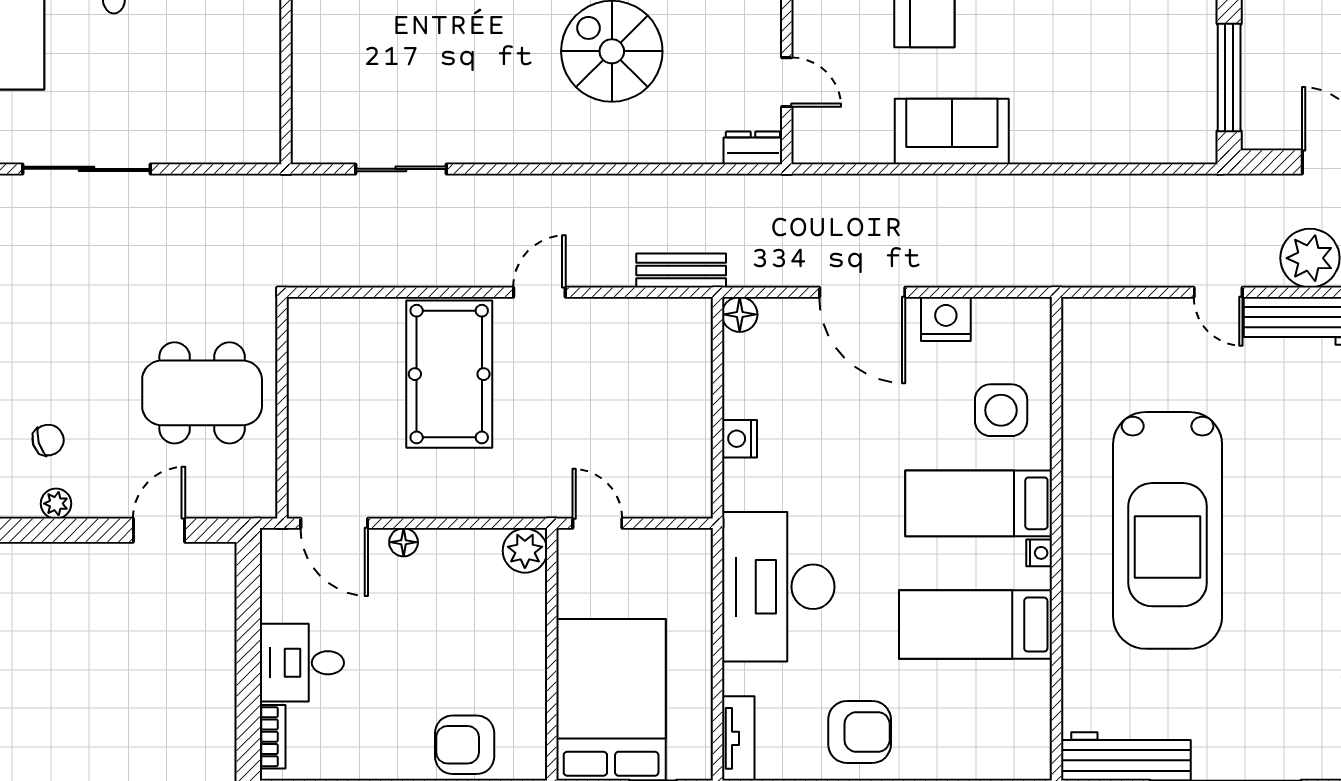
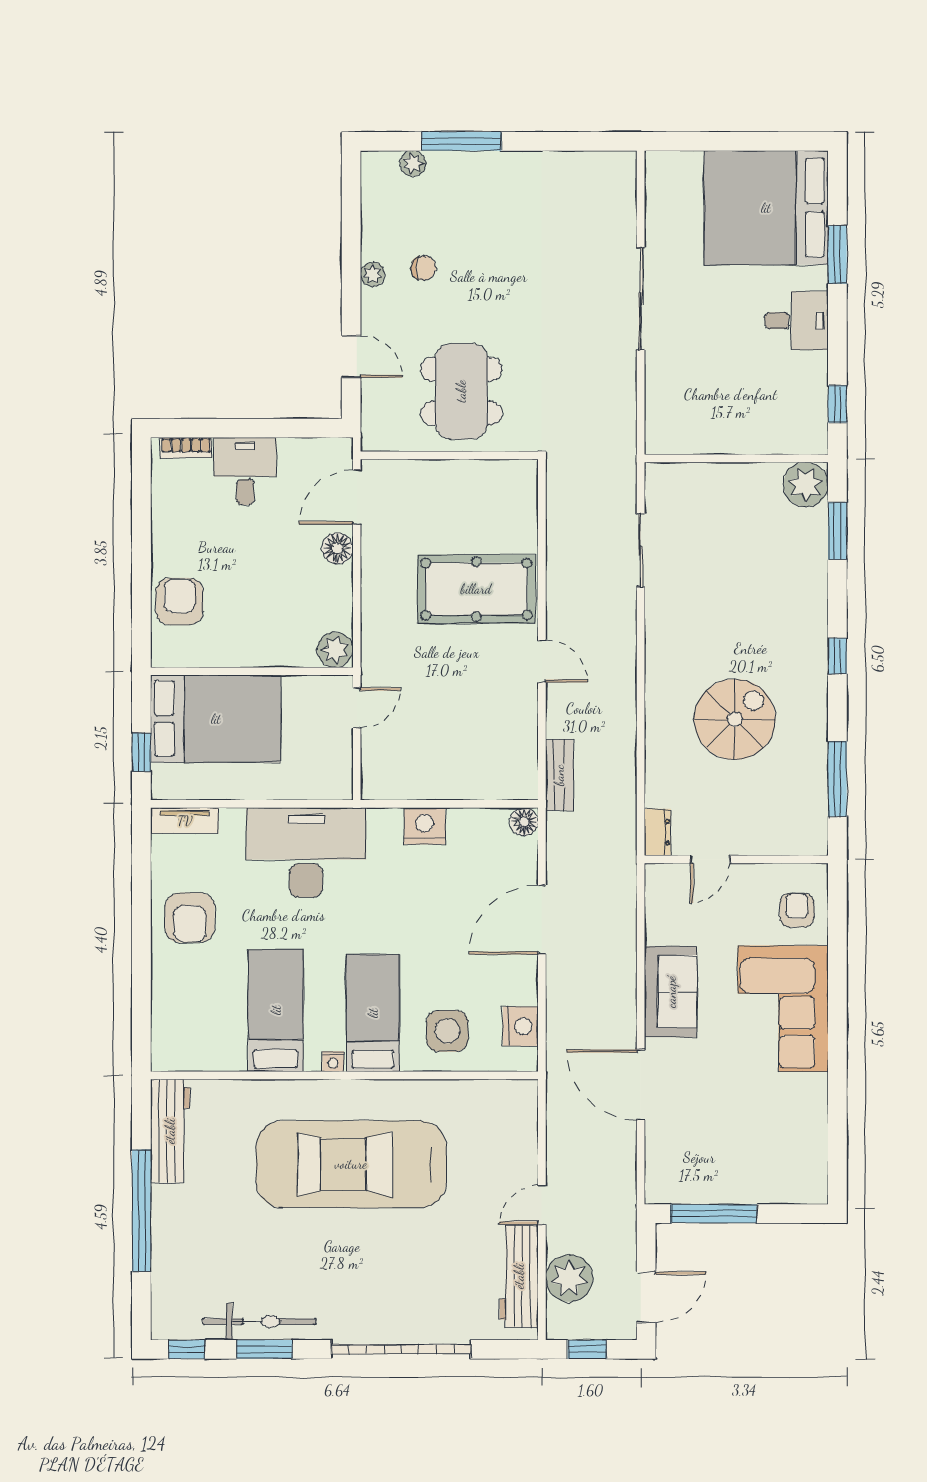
door: (1068, 169) -> (641, 1085), added
nightstand: (946, 319) -> (520, 1026), moved
nightstand: (739, 439) -> (425, 826), width x1.36, depth x1.33
chair: (48, 440) -> (424, 268), turned -73
floor lamp: (404, 542) -> (337, 548), width x1.37, depth x1.37

